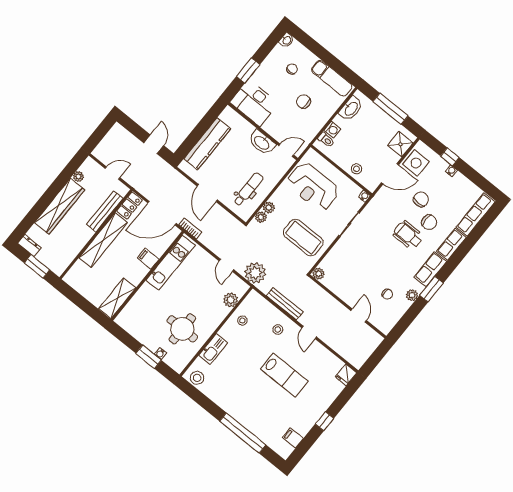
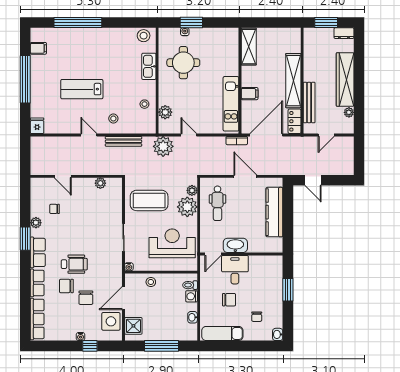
desk: (254, 103) -> (235, 270), moved, width x0.73
washbasin: (351, 109) -> (193, 317), width x0.52, depth x0.69
plant: (269, 207) -> (187, 207), width x1.87, depth x1.87
plant: (318, 274) -> (100, 183), moved
window: (325, 421) -> (25, 79), width x3.17

